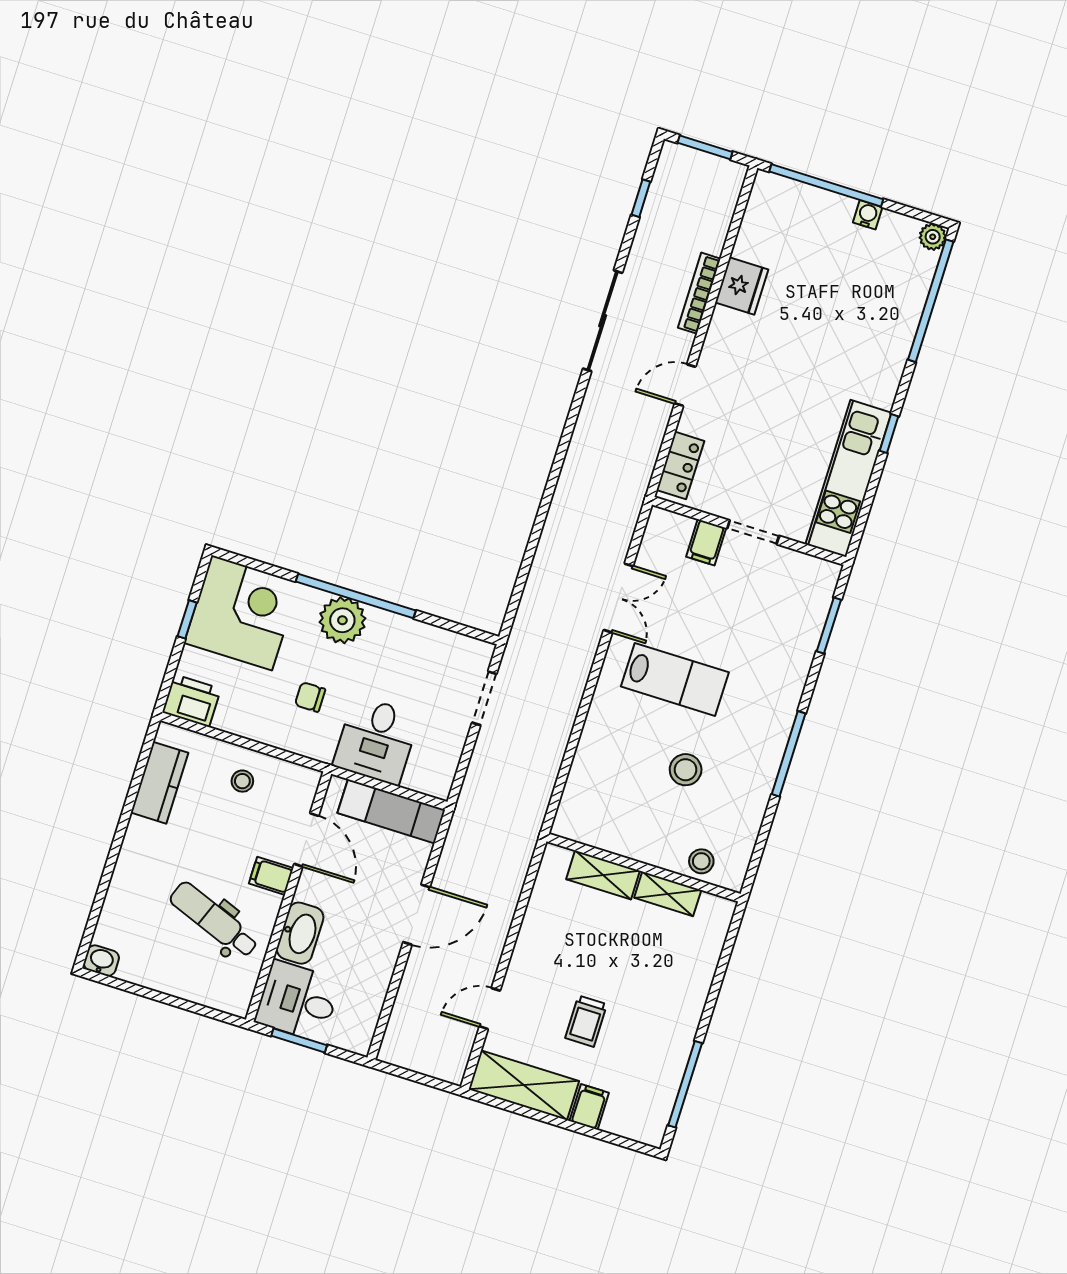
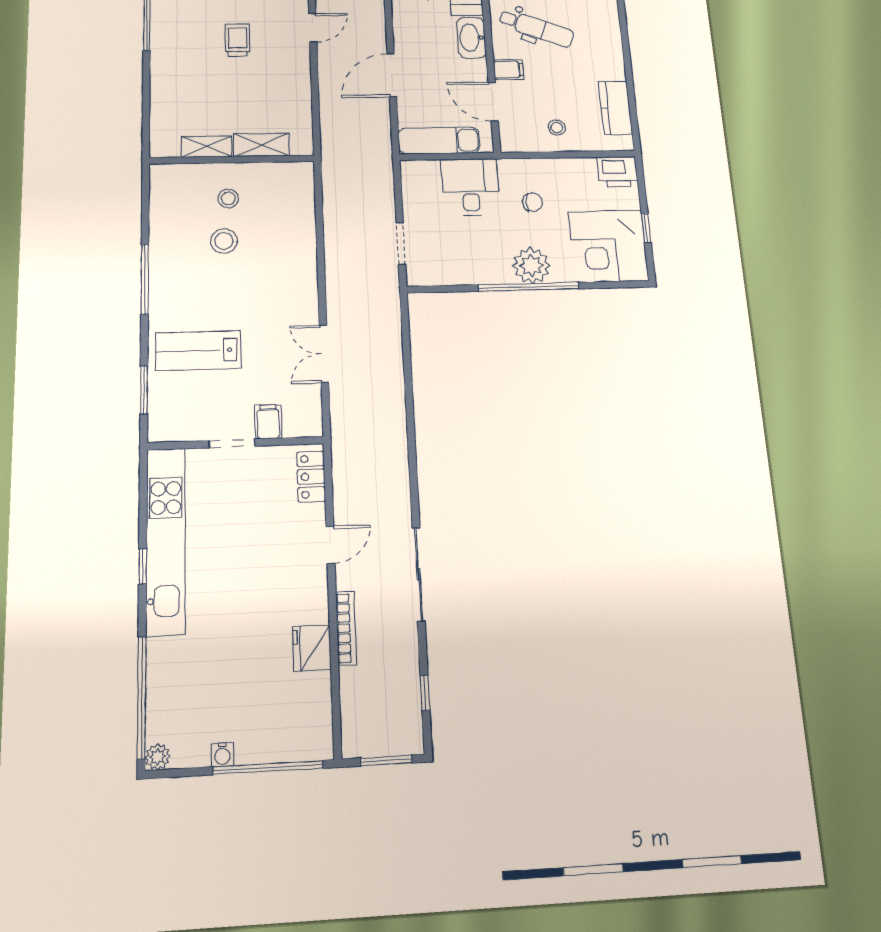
kitchen unit: (848, 478) -> (166, 540), width x1.36
lab bench: (675, 679) -> (198, 351), moved
stool: (701, 861) -> (228, 198), moved

